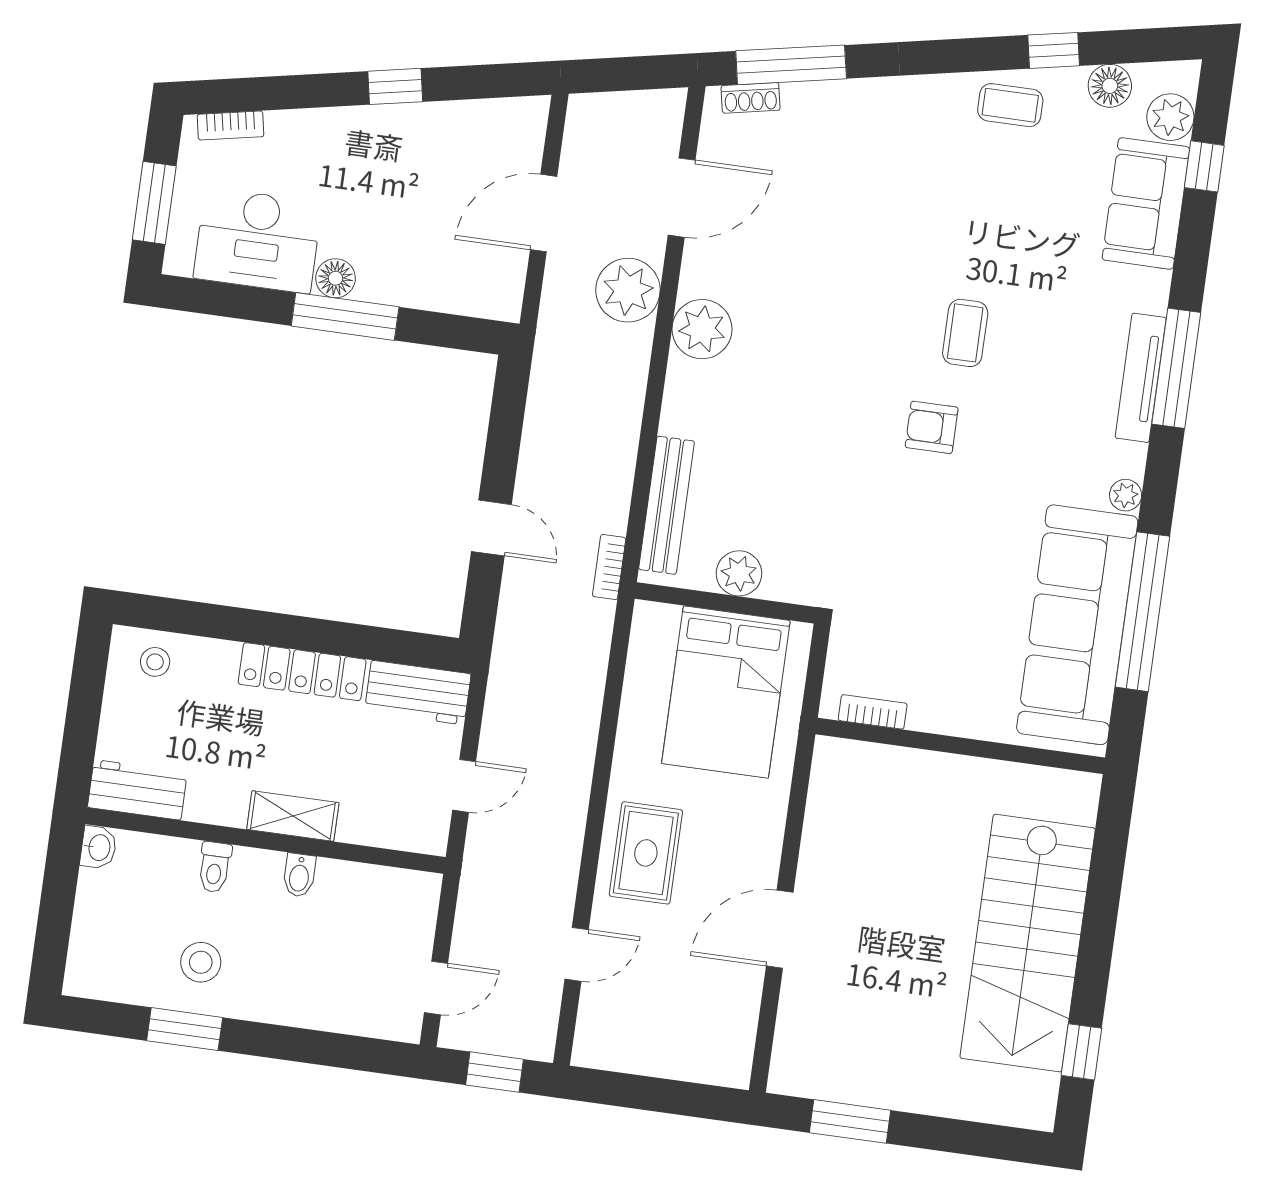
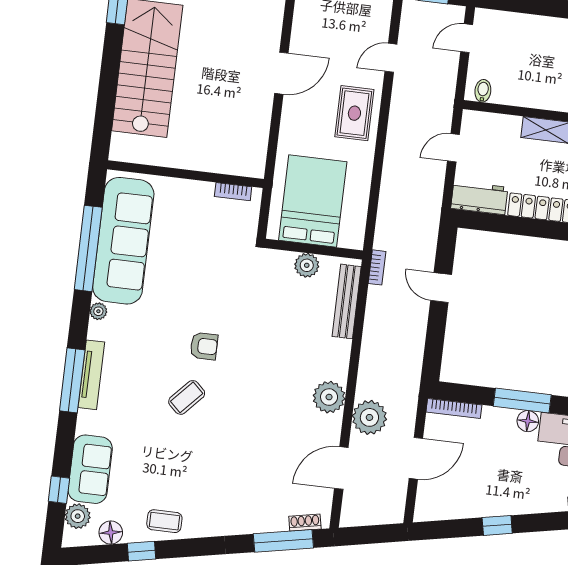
bookcase: (472, 304) -> (454, 408), added
coffee table: (965, 333) -> (187, 397), turned 43
bidet: (299, 875) -> (483, 91), moved

